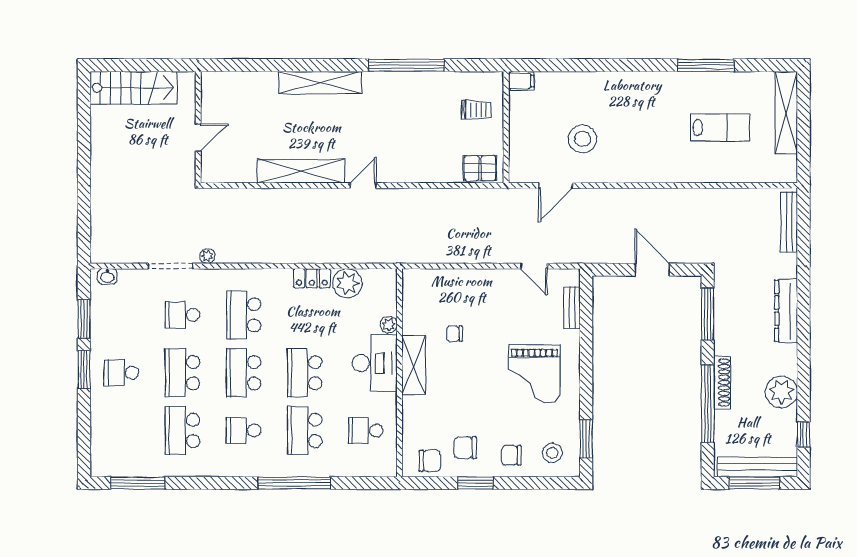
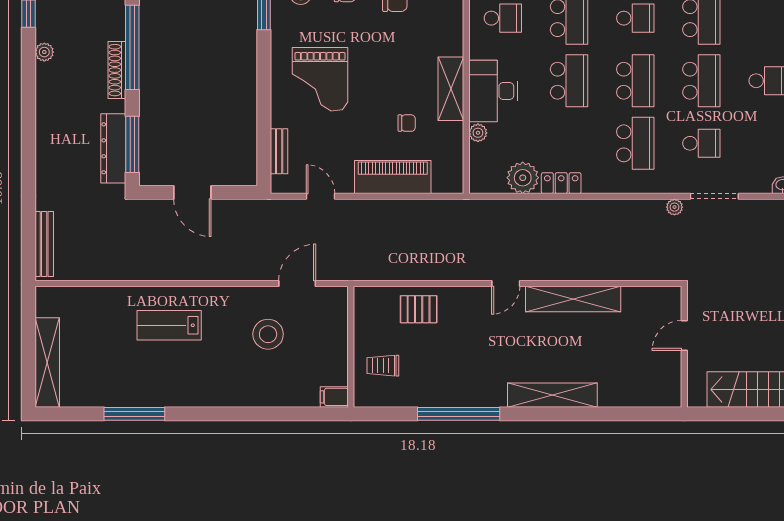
lab bench: (720, 128) -> (169, 325), moved
pallet: (480, 168) -> (419, 309), moved
piano: (467, 284) -> (393, 177), added
dresser: (786, 311) -> (113, 148), moved, turned 180
grand piano: (534, 374) -> (320, 79), turned 180
plant: (781, 392) -> (44, 52), width x0.53, depth x0.53

